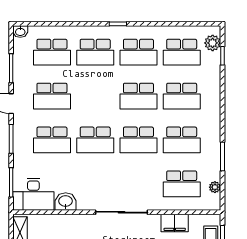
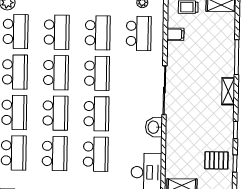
school desk: (95, 96) -> (55, 113), added
washbasin: (66, 202) -> (154, 127), moved
filing cabinet: (175, 223) -> (175, 34), width x0.50

